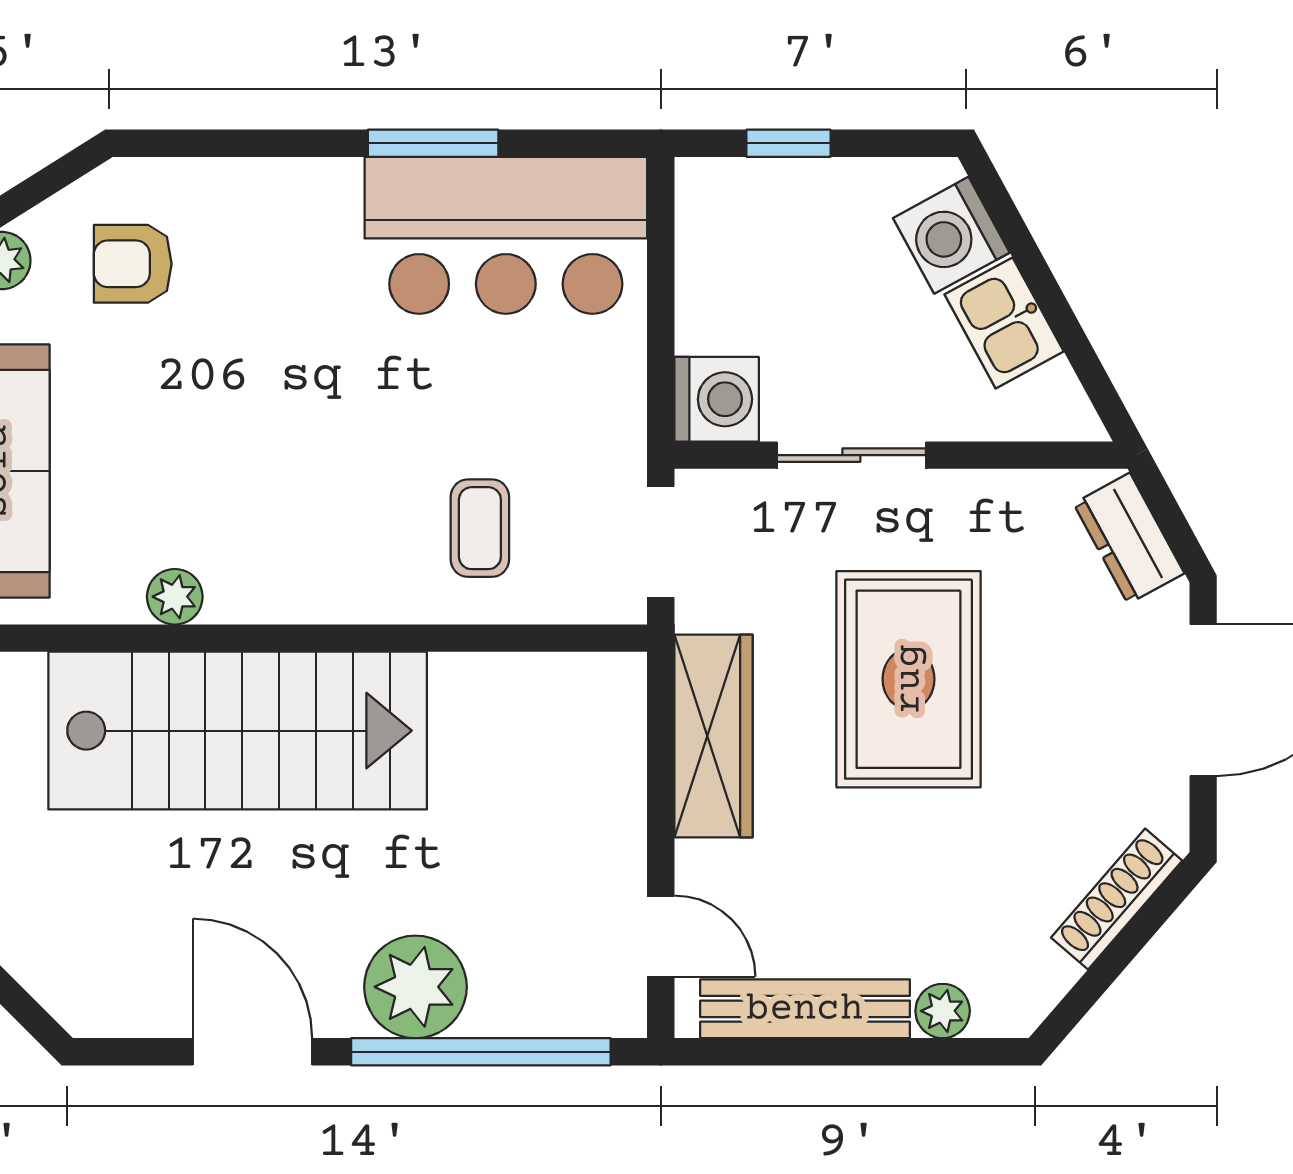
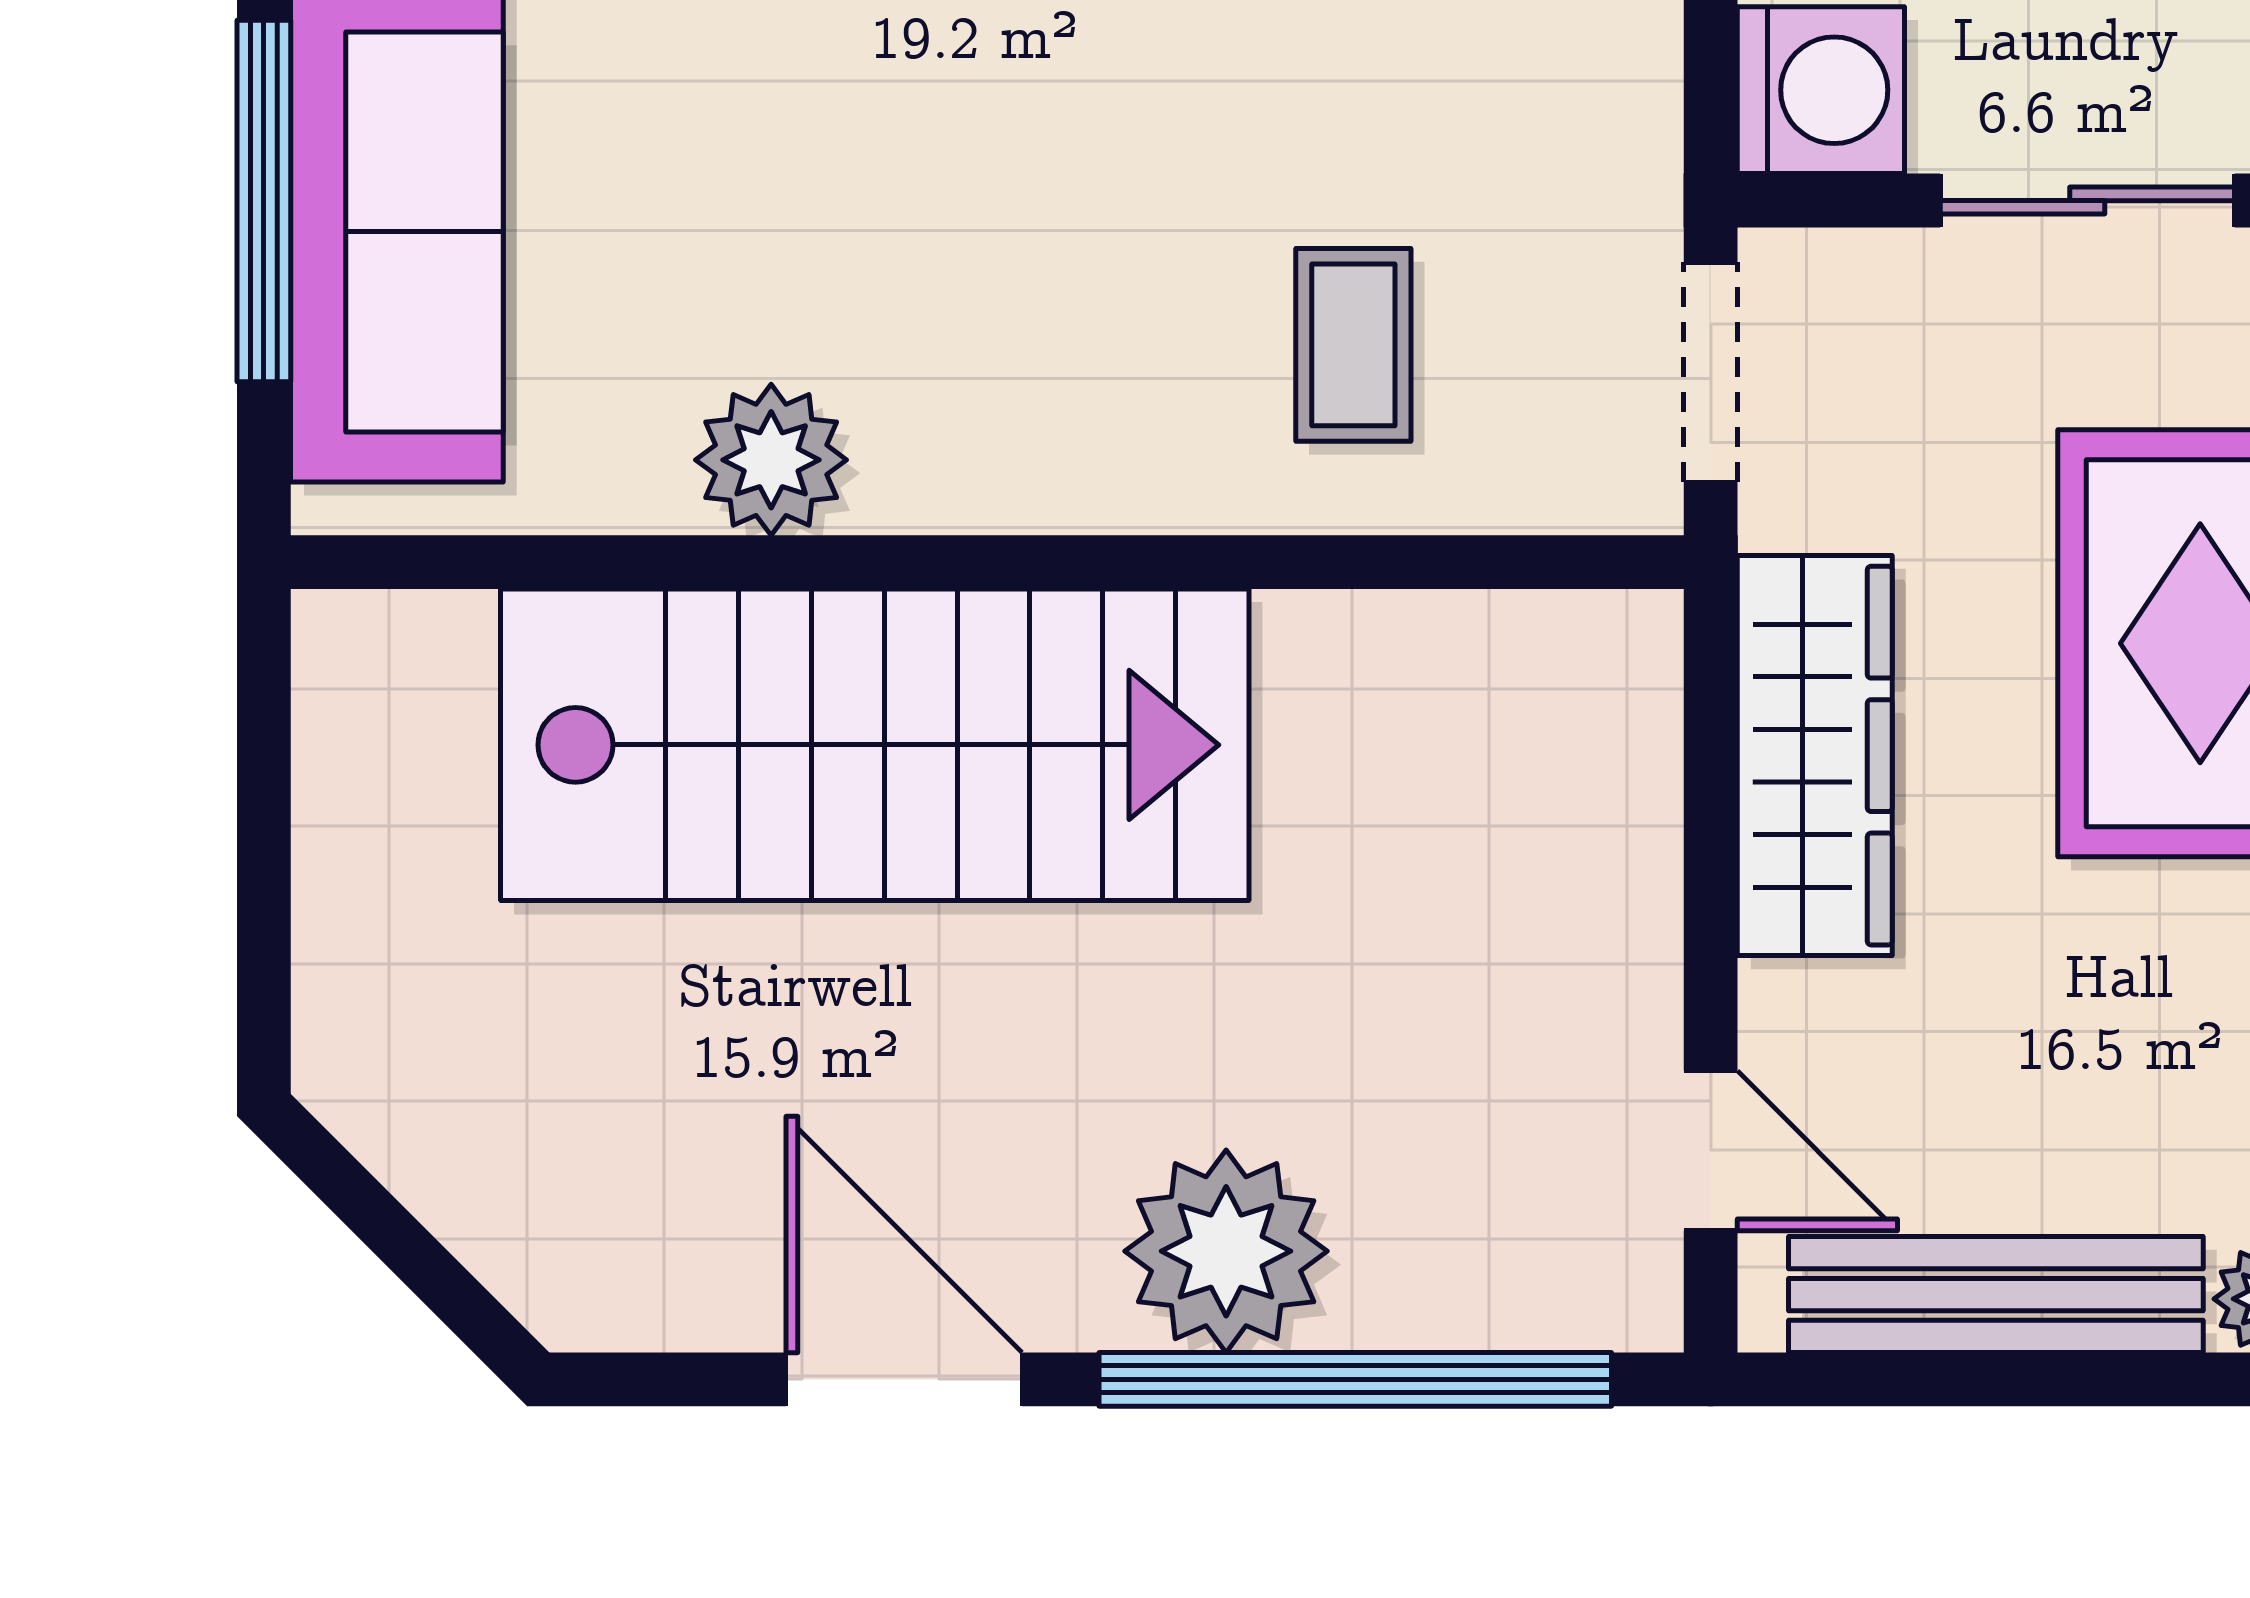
plant: (175, 597) -> (771, 460), width x1.38, depth x1.38

